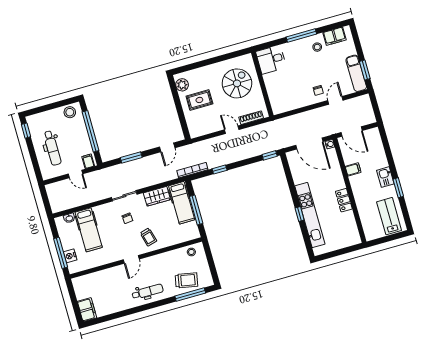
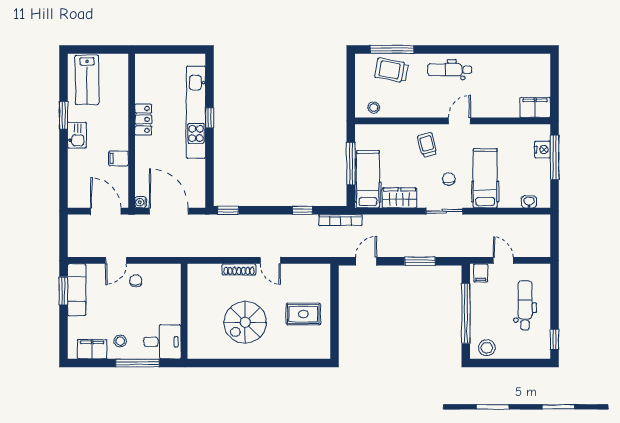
desk: (271, 60) -> (162, 342), moved
wall: (262, 84) -> (184, 311), moved
plant: (182, 85) -> (321, 342), removed
hospital bed: (89, 230) -> (485, 178), moved
filing cabinet: (87, 310) -> (535, 107), moved, turned 90

